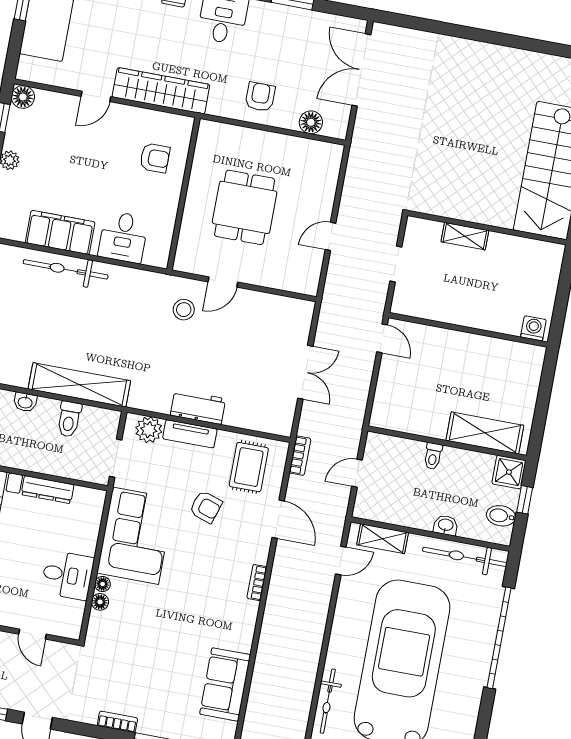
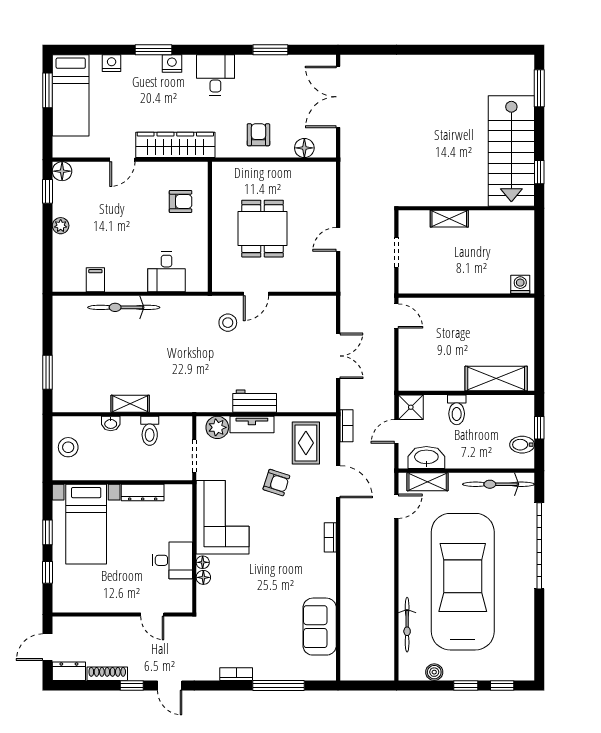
filing cabinet: (60, 232) -> (95, 280), width x0.33, depth x0.86
shelving: (79, 385) -> (130, 404), width x0.45, depth x0.75
toilet: (433, 456) -> (457, 410), width x1.37, depth x1.39
shower: (509, 472) -> (411, 407), moved
washbasin: (446, 525) -> (426, 458), moved, width x1.91, depth x1.45

